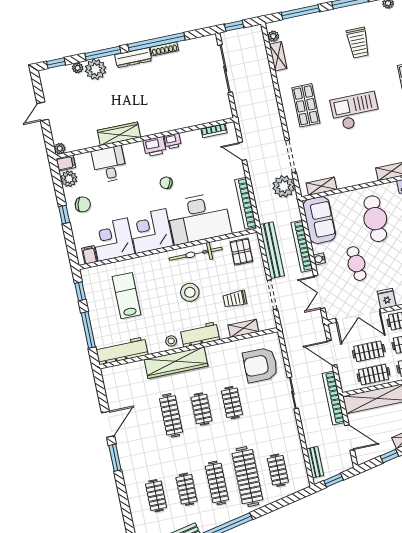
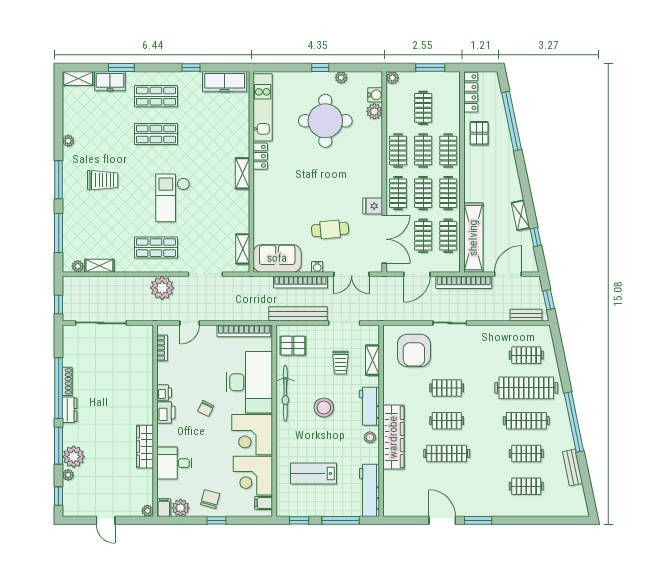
dresser: (133, 58) -> (70, 410), width x0.70
plant: (284, 186) -> (162, 288), moved
cafe table: (375, 219) -> (288, 200), removed

